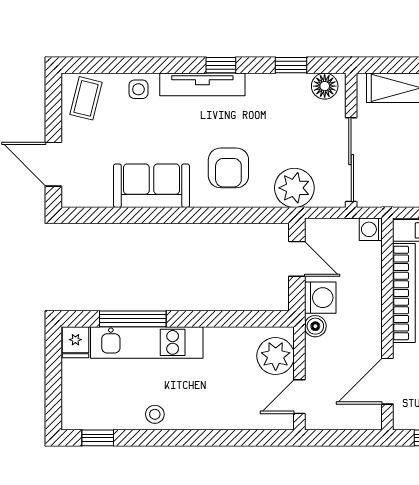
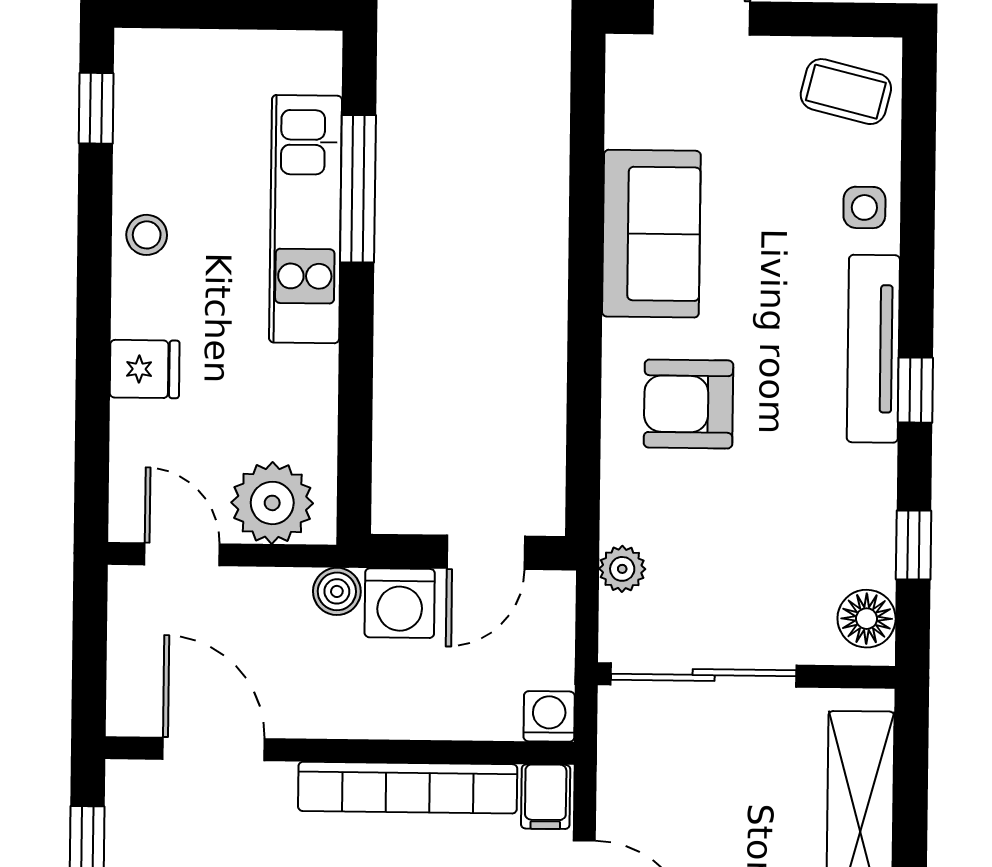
plant: (294, 188) -> (622, 569), width x0.53, depth x0.53
fridge: (75, 342) -> (145, 369), moved, turned 180

